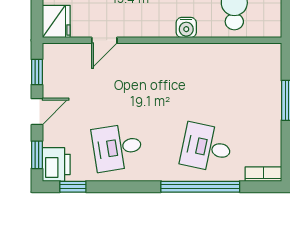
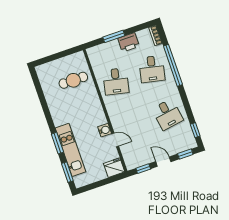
water cooler: (186, 28) -> (105, 130), moved
desk: (207, 77) -> (116, 81), added
printer: (56, 164) -> (129, 42), moved, turned 180

